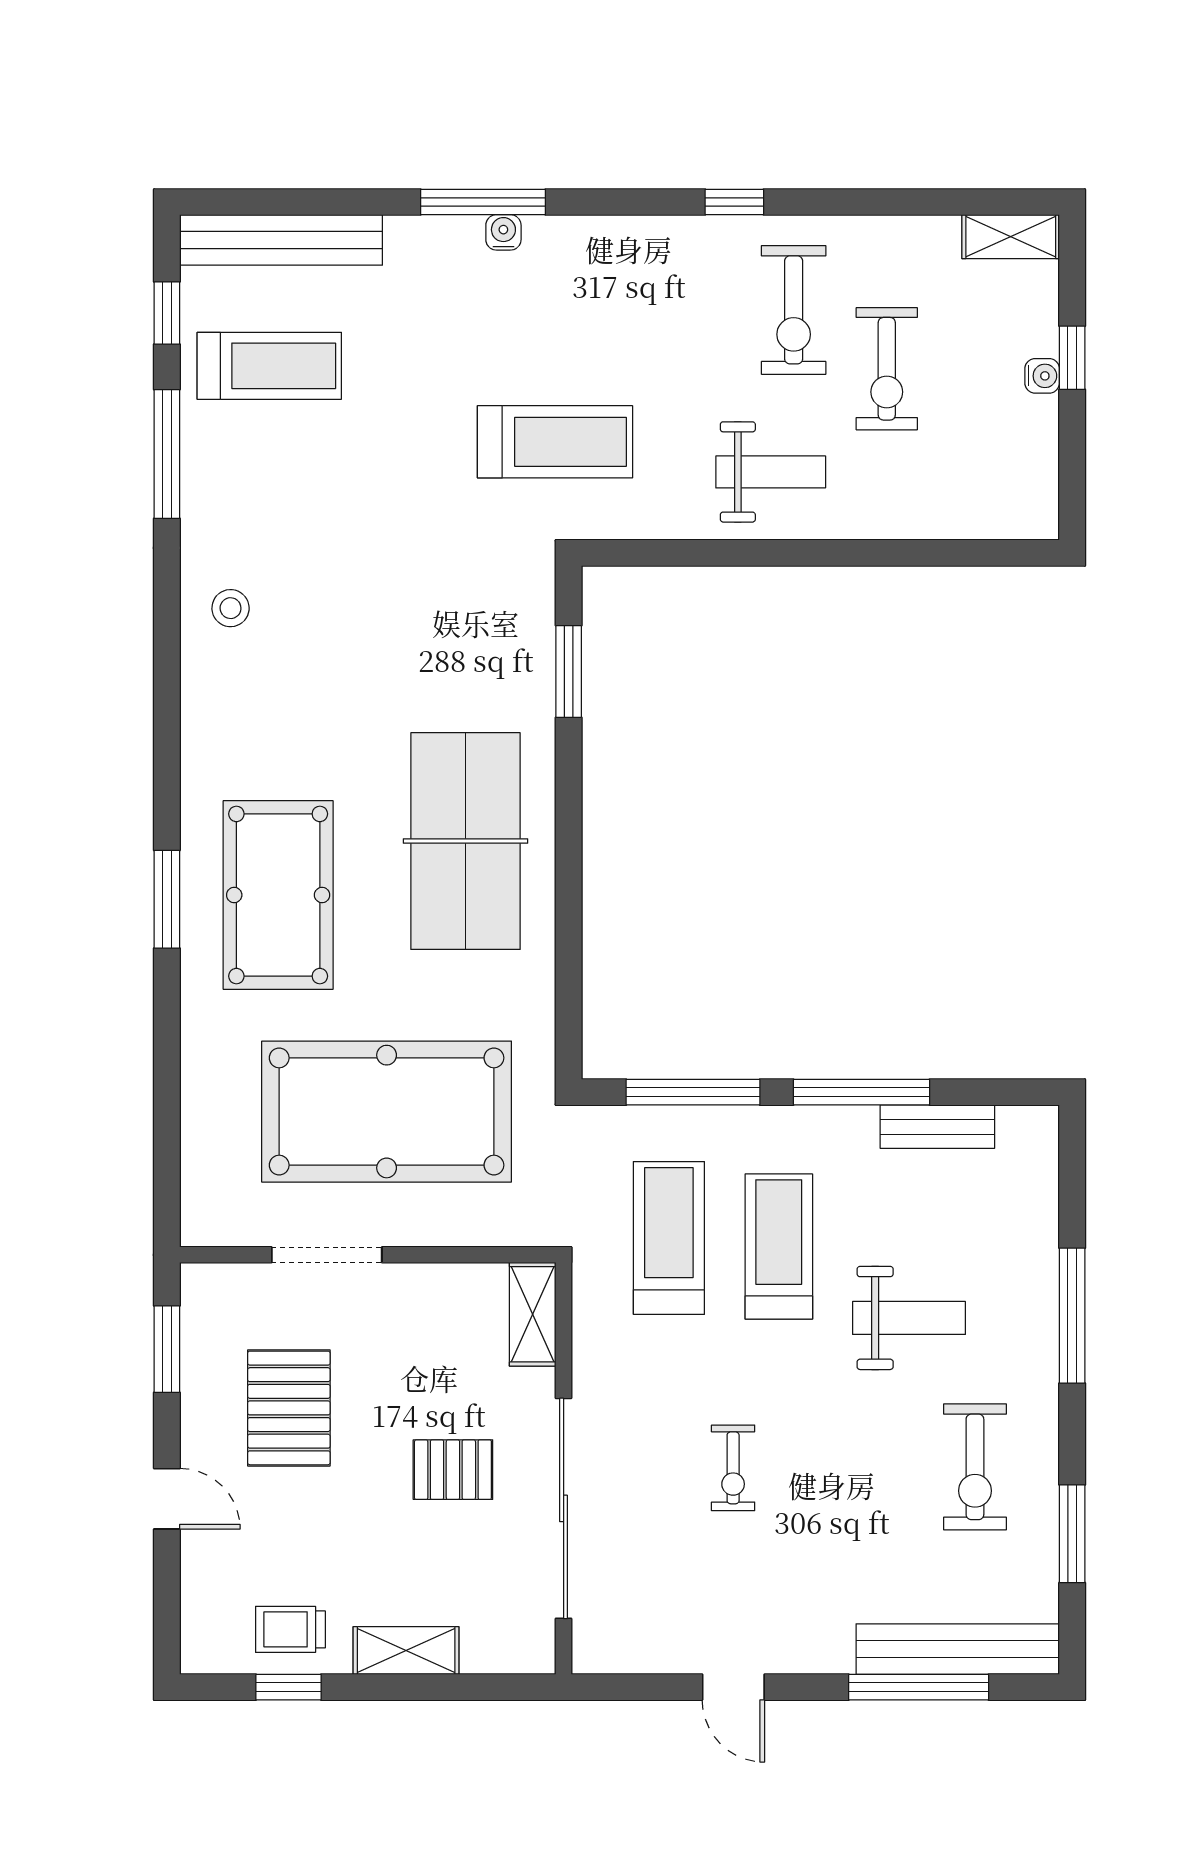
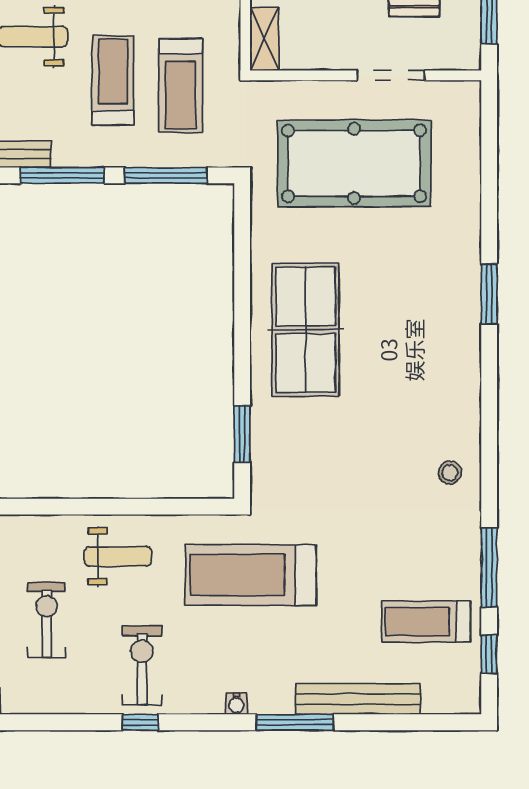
water cooler: (503, 232) -> (236, 704), moved
bench: (281, 240) -> (358, 699), moved
exercise bike: (794, 310) -> (142, 666), moved
treadmill: (555, 442) -> (251, 575), width x1.37, depth x1.38
weight bench: (771, 472) -> (118, 556), turned 180
pool table: (278, 895) -> (421, 296), removed
treadmill: (779, 1247) -> (113, 80), turned 180

